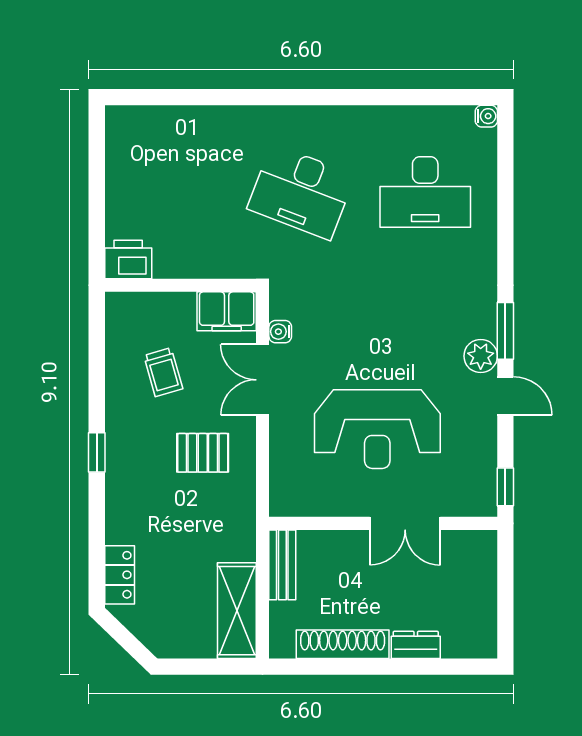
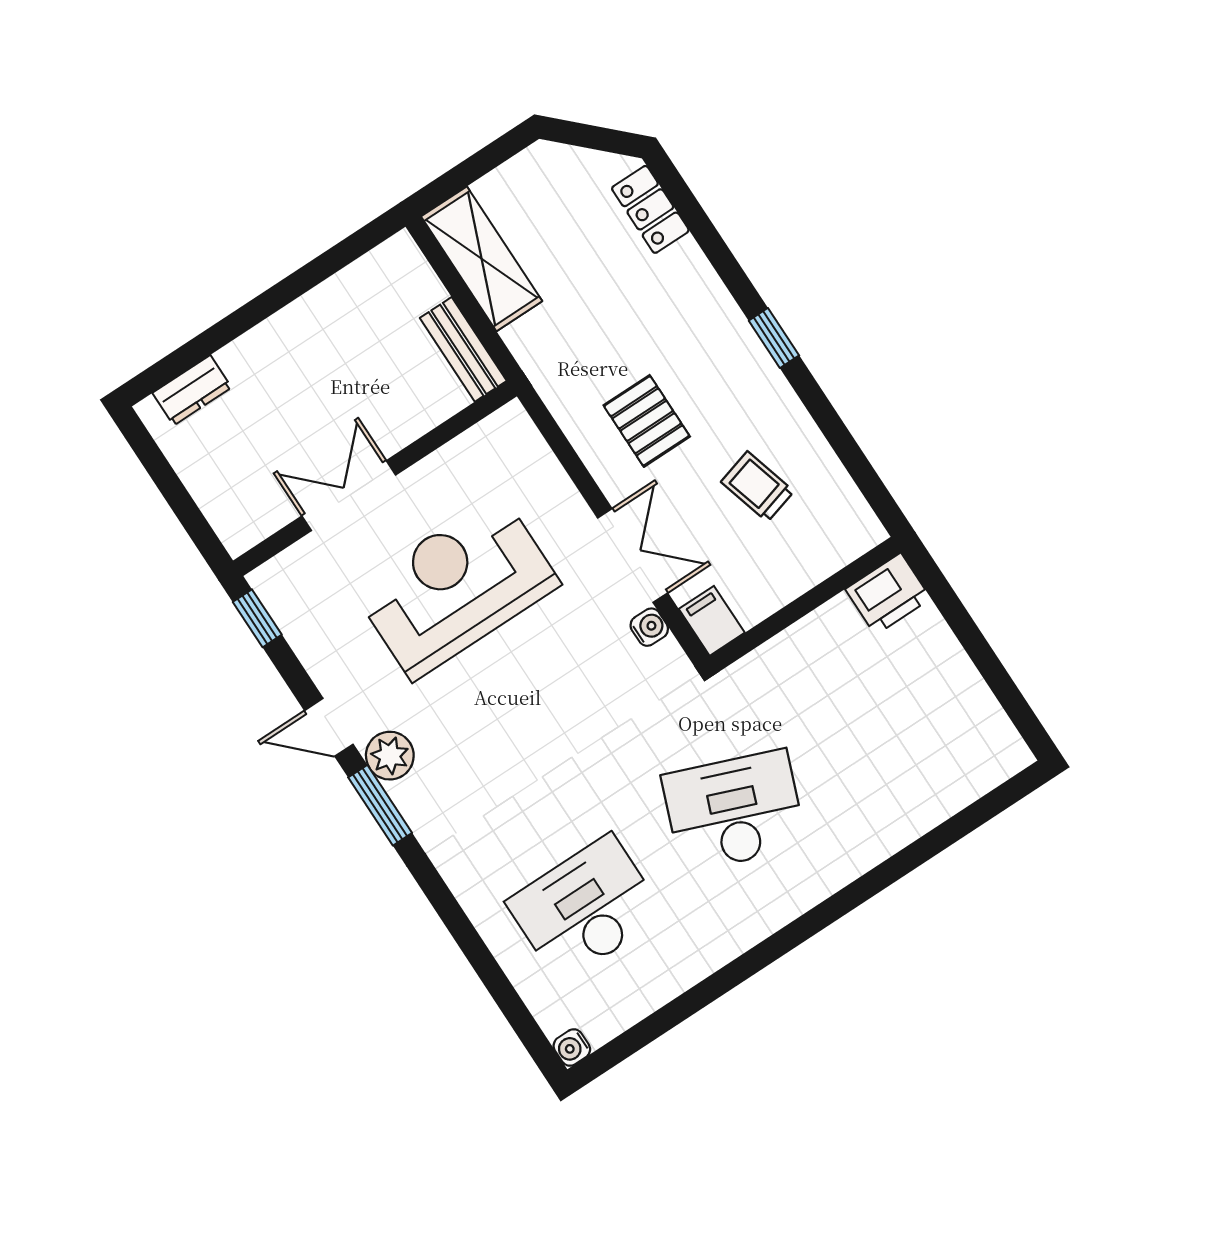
filing cabinet: (227, 311) -> (712, 621), width x0.50
pallet: (203, 453) -> (647, 421), turned 90
shoe rack: (343, 644) -> (328, 302), removed
dresser: (416, 645) -> (192, 390), moved

